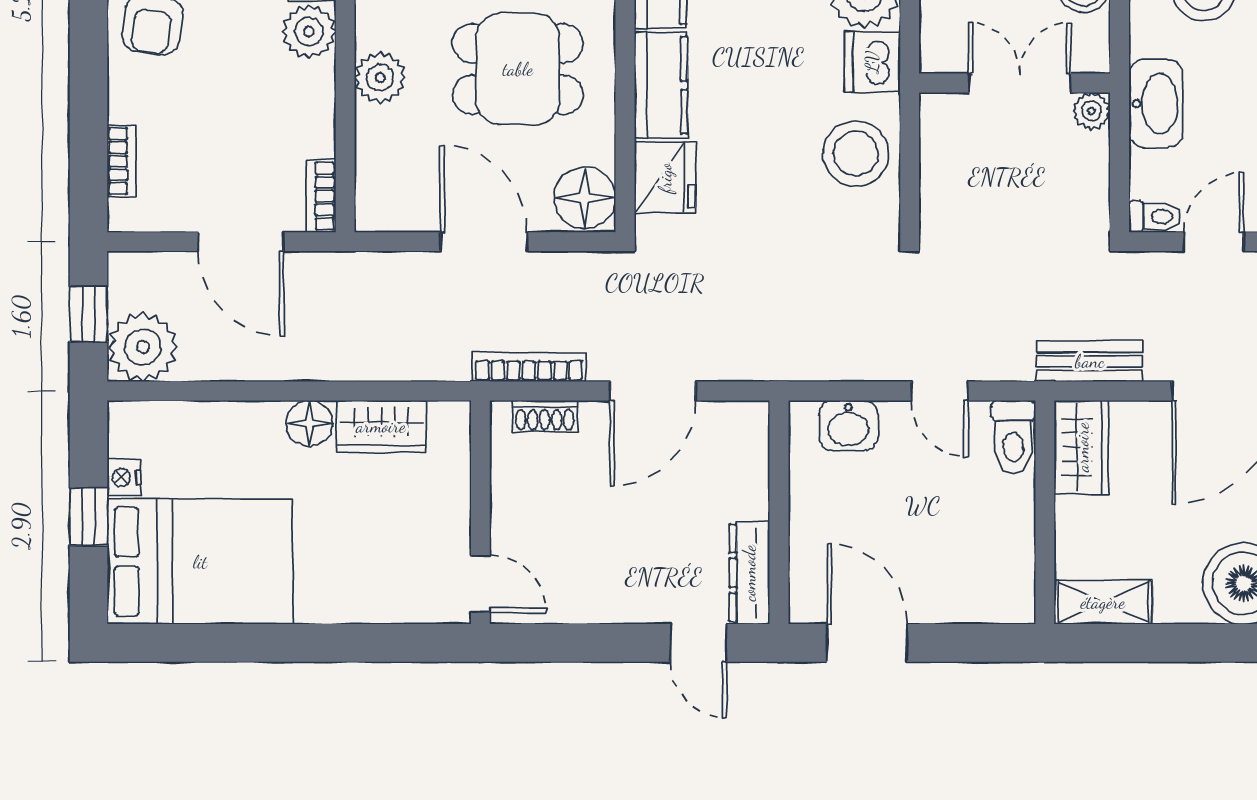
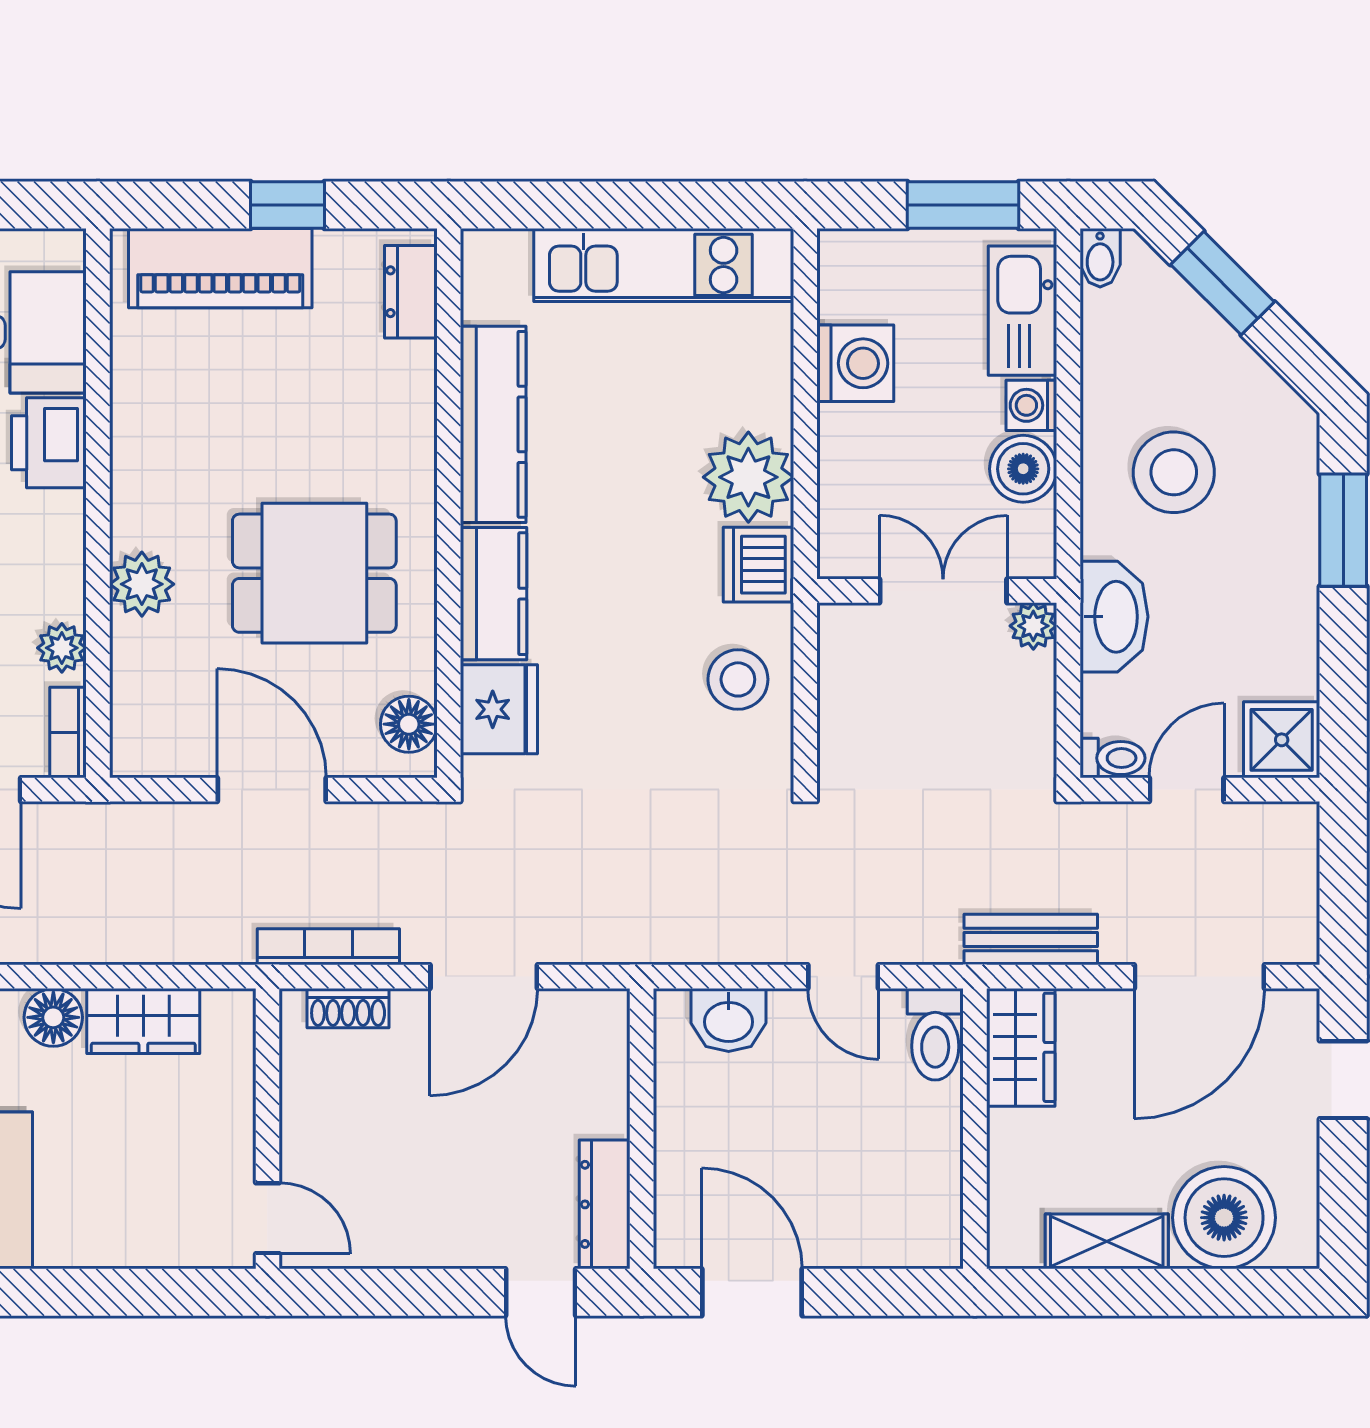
plant: (309, 31) -> (62, 648), moved, width x0.73, depth x0.73
stool: (856, 154) -> (738, 679), width x0.73, depth x0.73
floor lamp: (585, 198) -> (409, 724), width x0.73, depth x0.73
shelving: (1103, 602) -> (1107, 1241), moved

